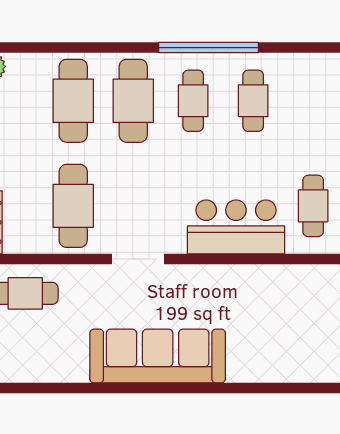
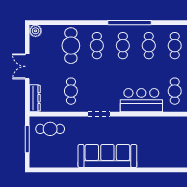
cafe table: (133, 101) -> (97, 46), width x0.73, depth x0.74
cafe table: (313, 101) -> (175, 46), added
cafe table: (73, 206) -> (71, 91), width x0.73, depth x0.74

